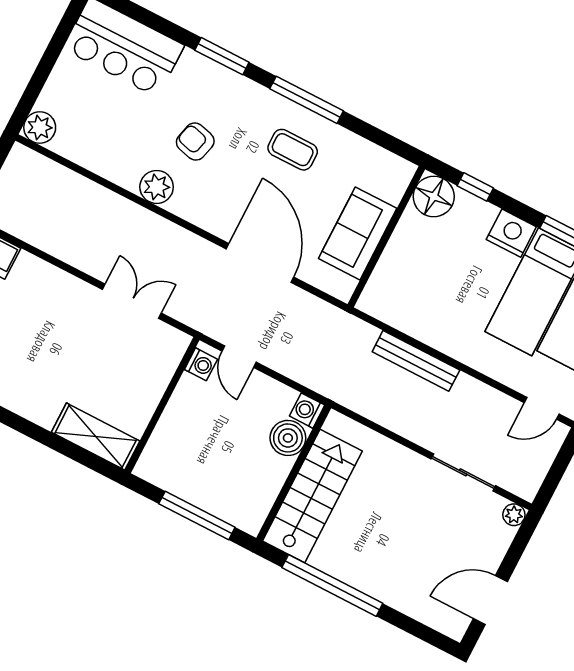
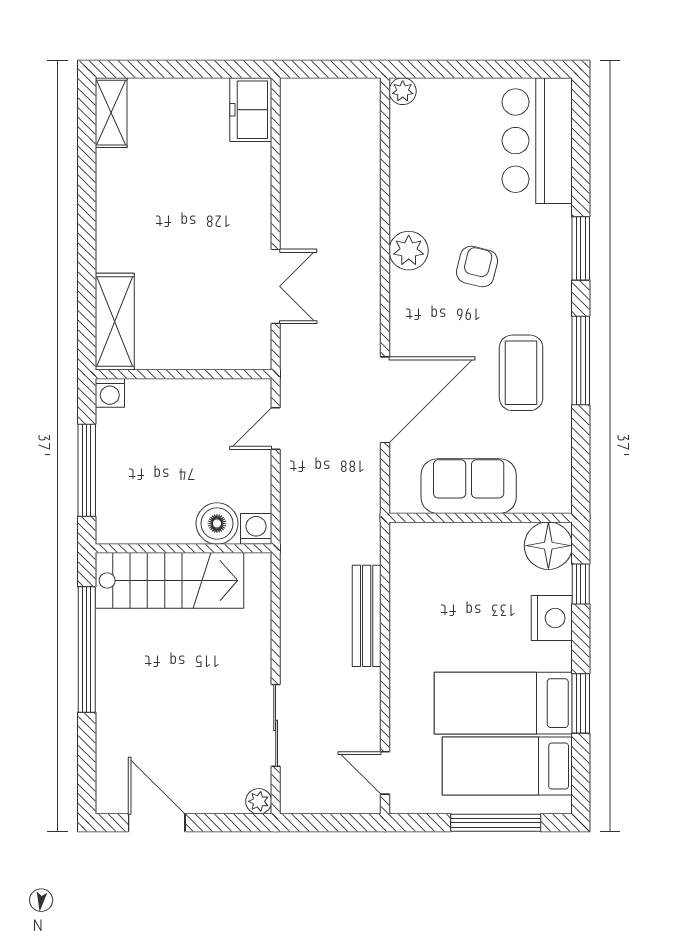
plant: (40, 128) -> (403, 91), width x0.73, depth x0.73
coffee table: (293, 150) -> (521, 373), width x1.36, depth x1.30
nightstand: (511, 233) -> (552, 618), moved
washing machine: (201, 364) -> (110, 393), moved

